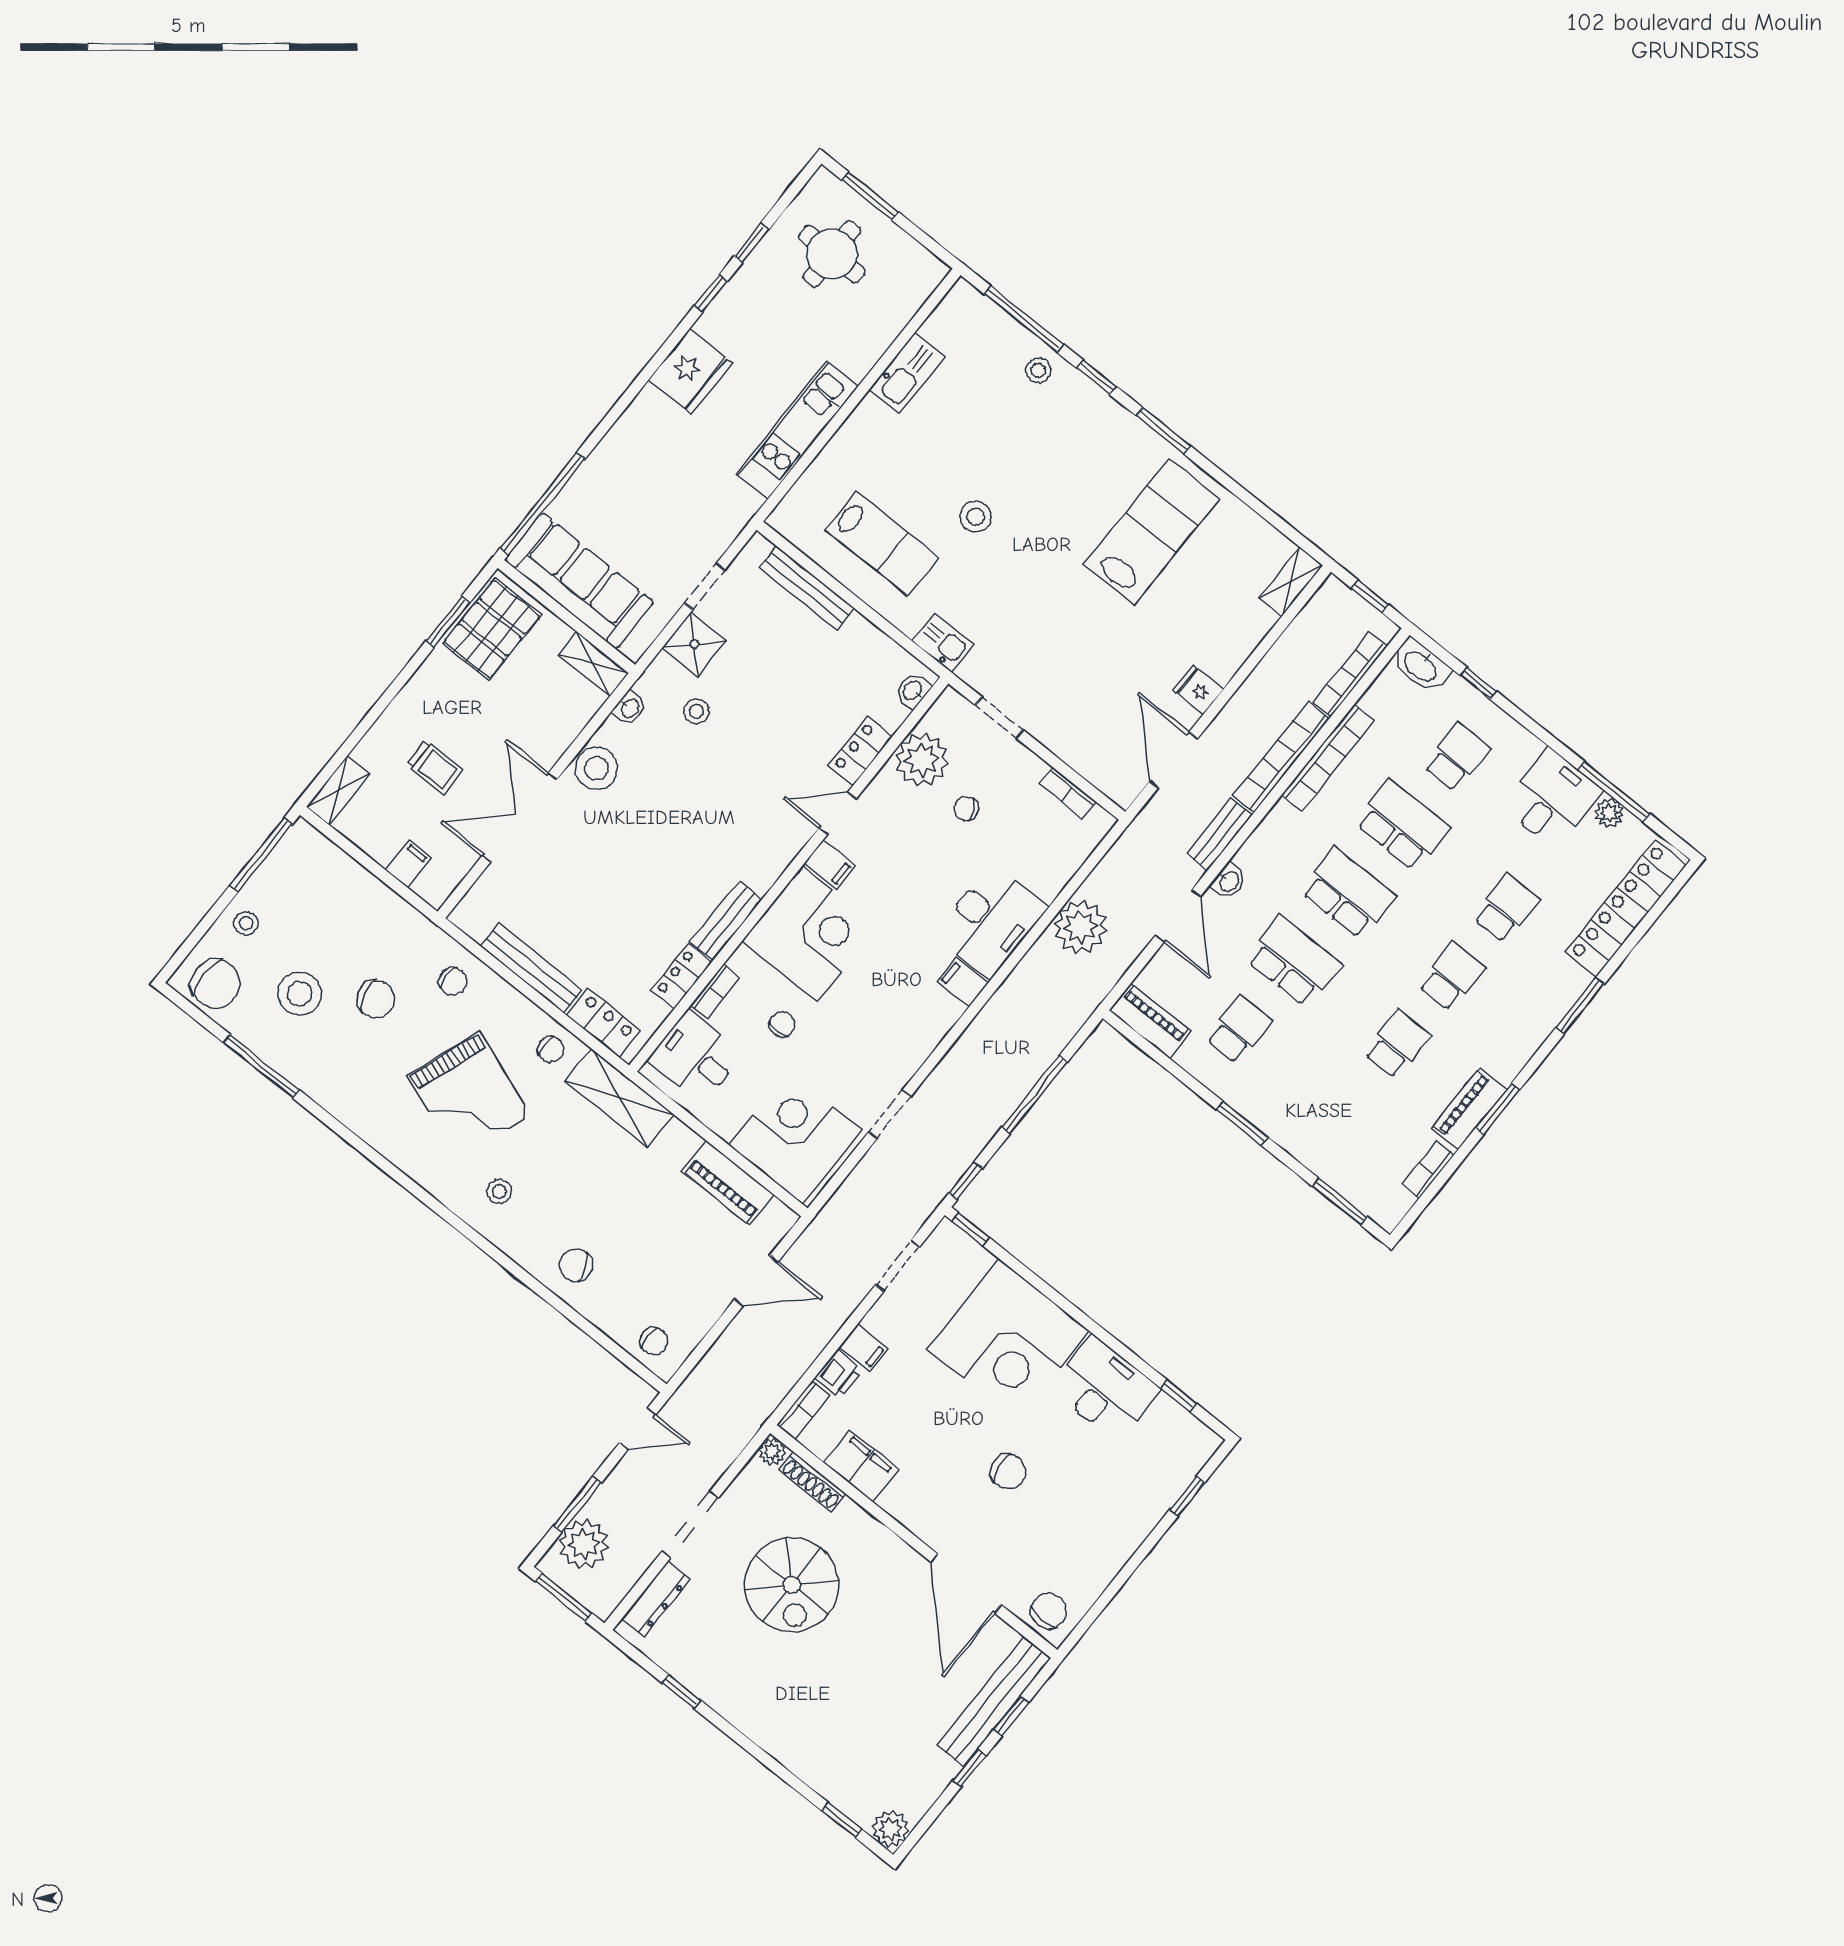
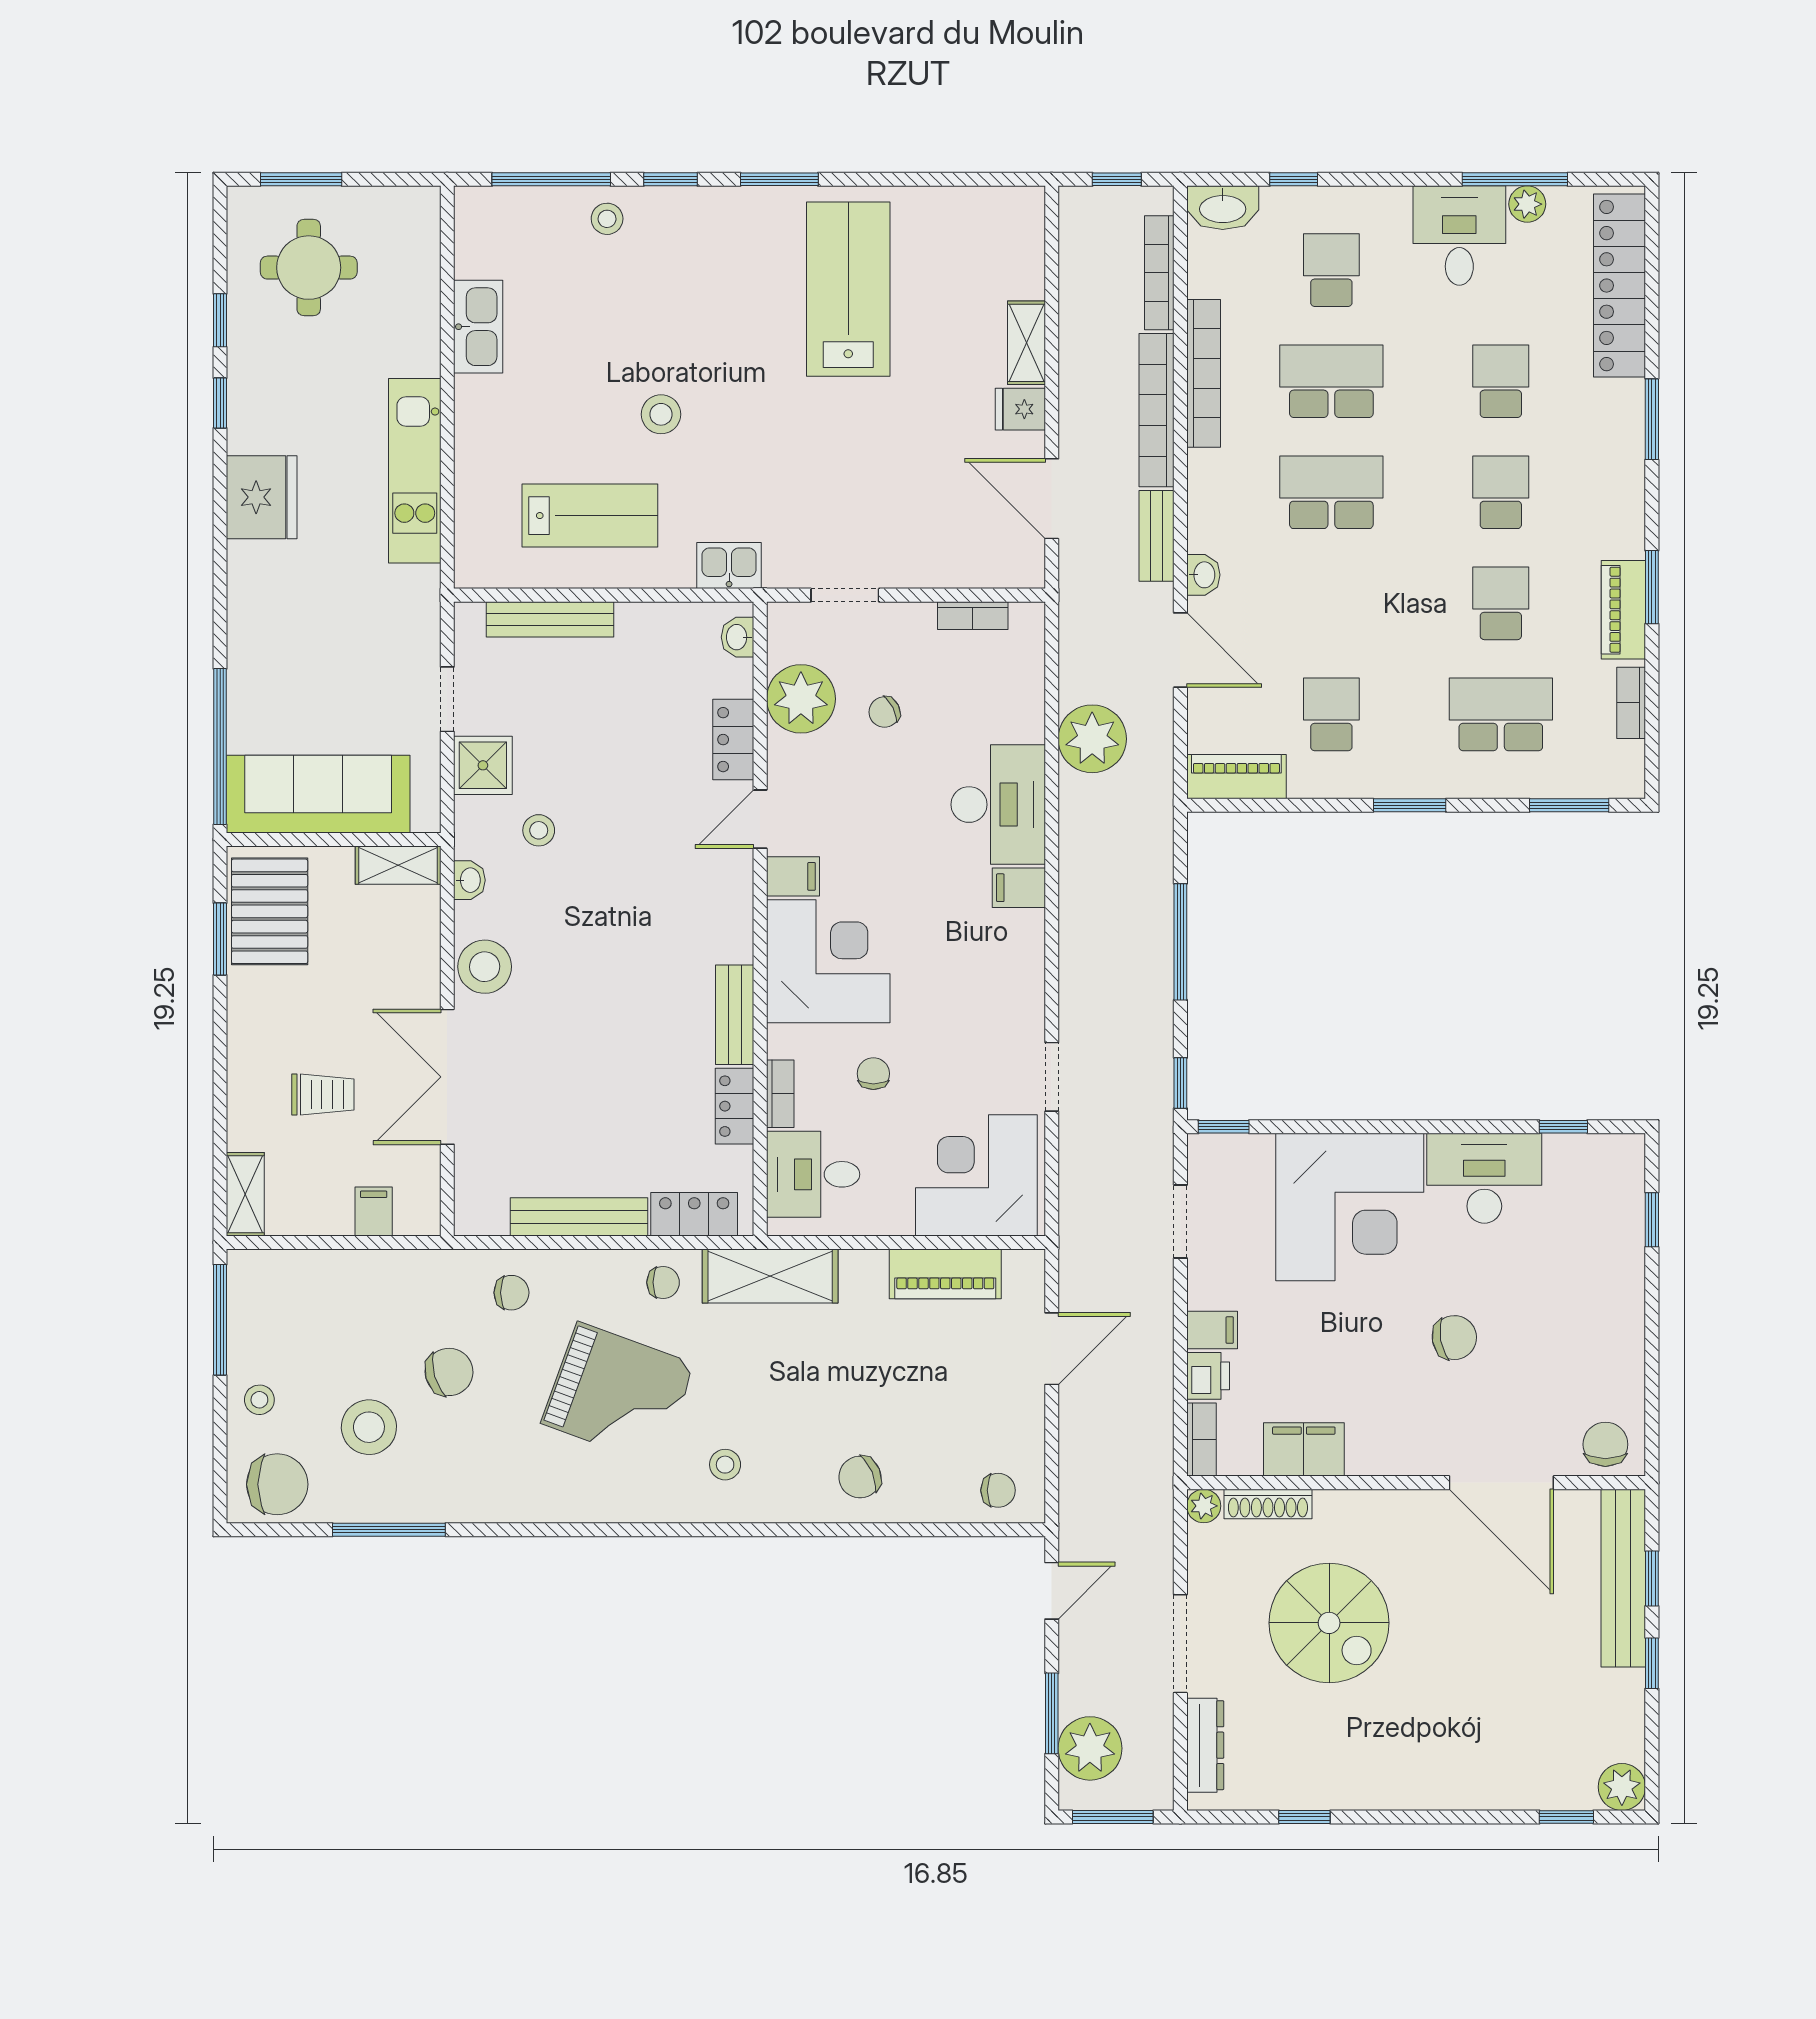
shelving: (1291, 582) -> (1026, 343), moved
school desk: (1293, 961) -> (1501, 714), moved

